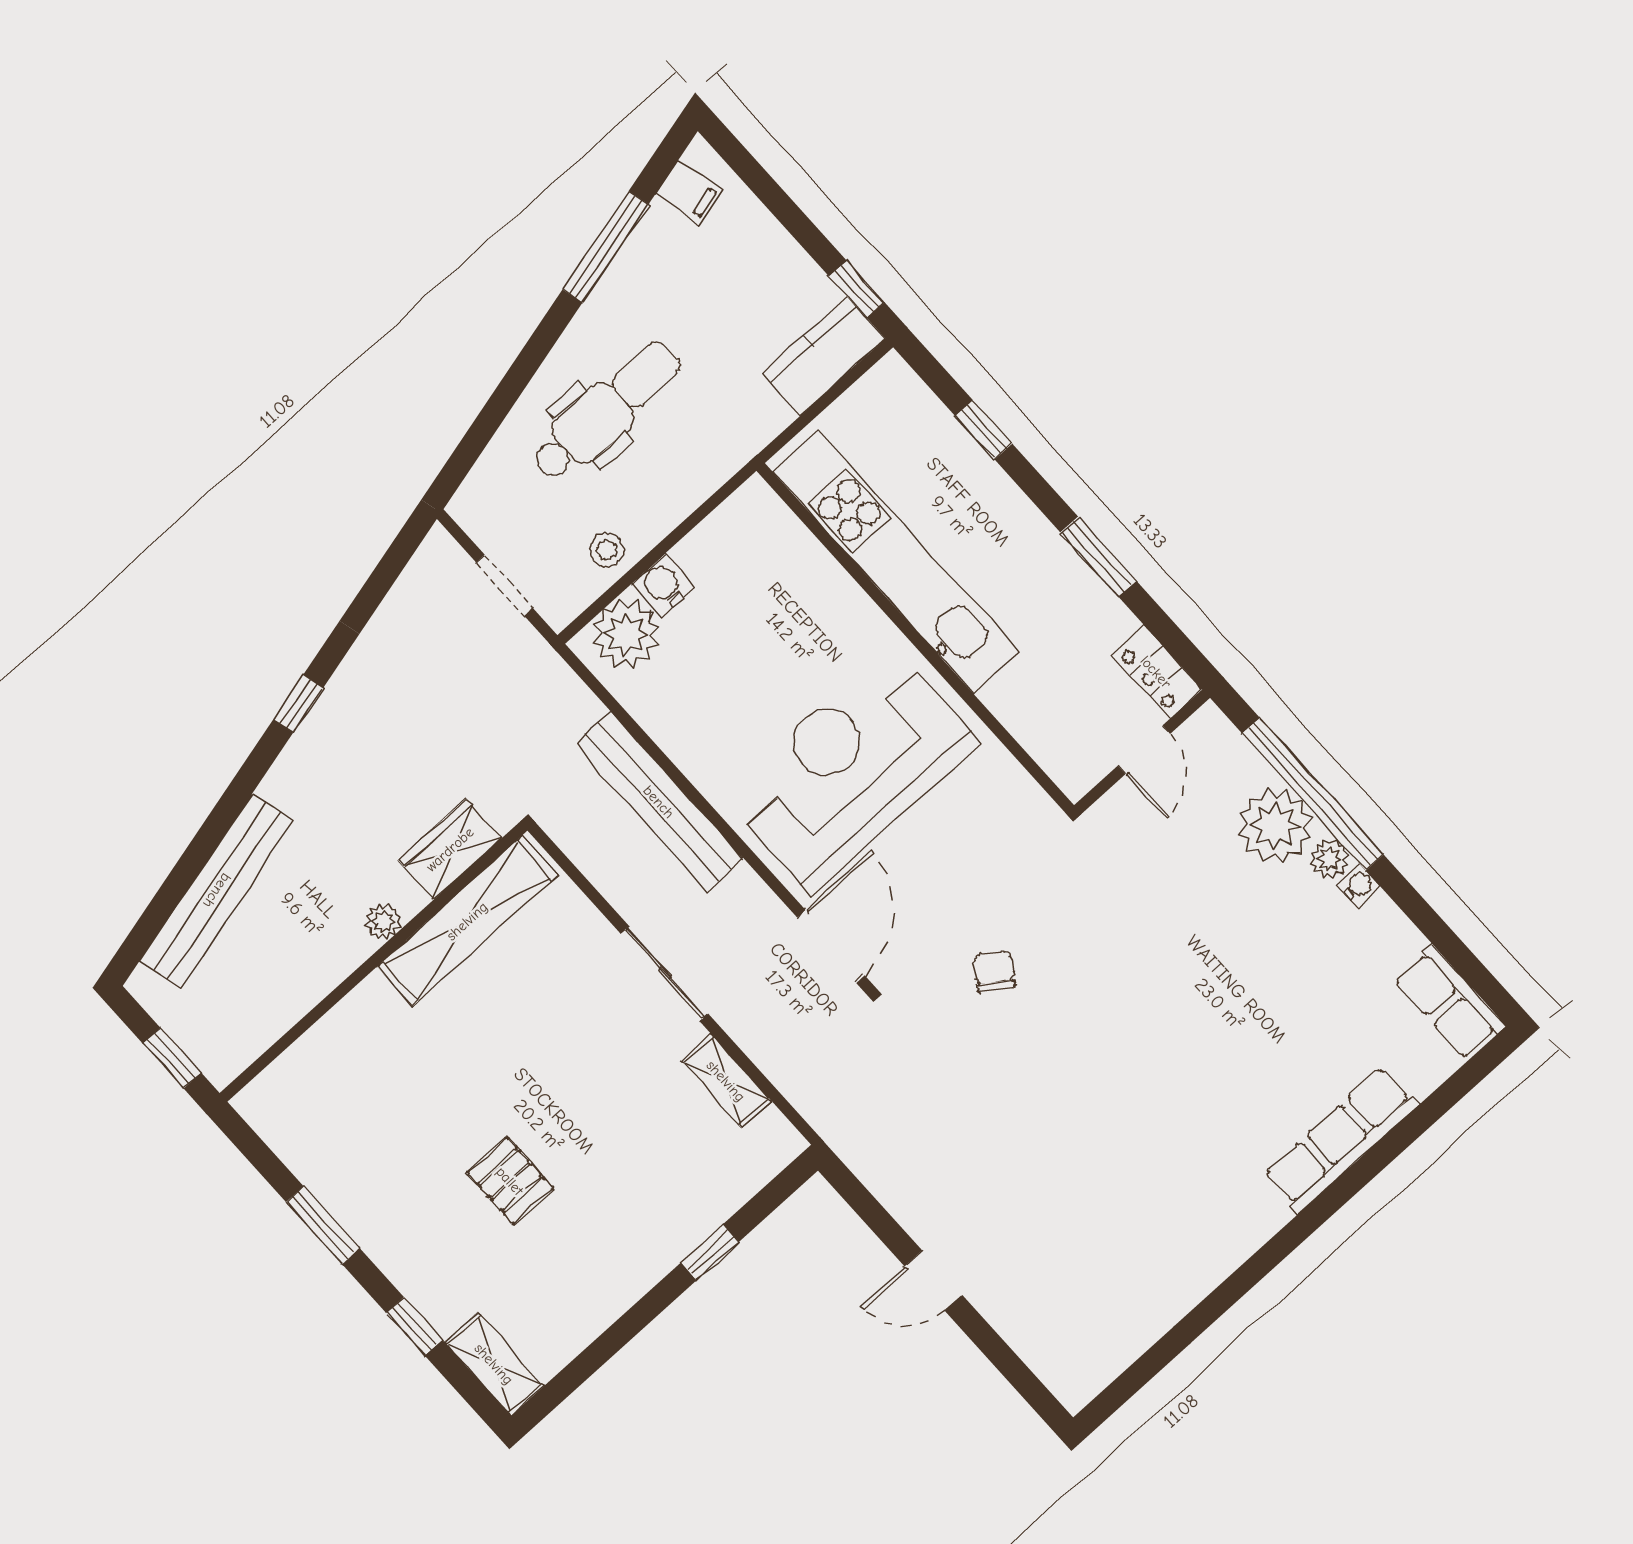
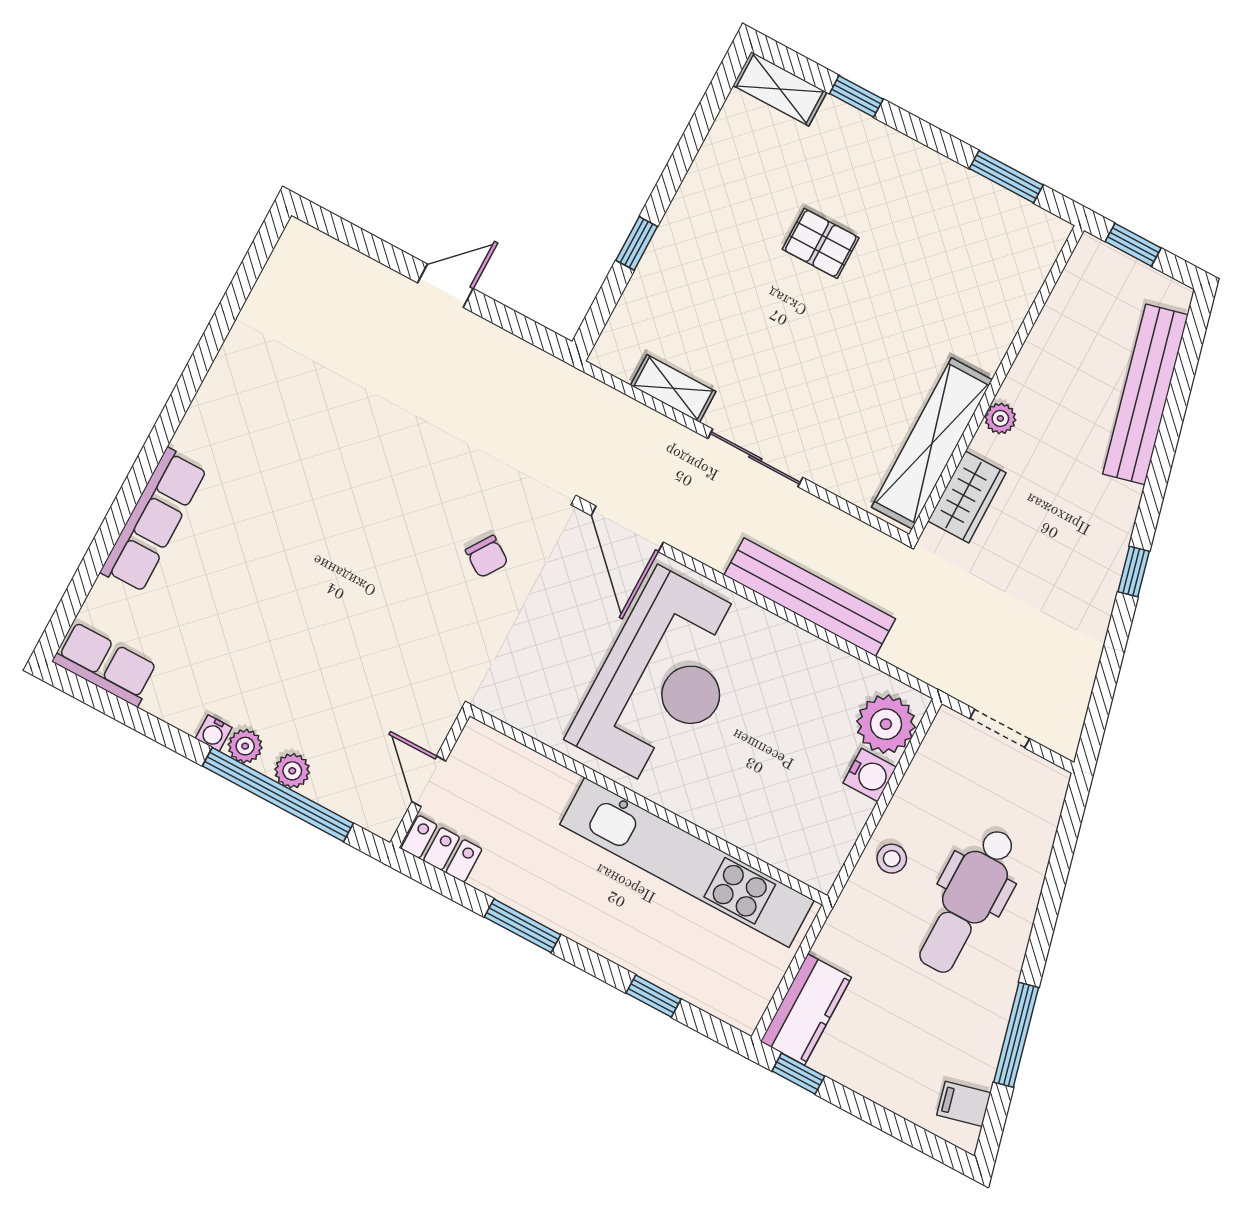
stool: (607, 550) -> (892, 859), moved
plant: (1275, 826) -> (292, 771), width x0.53, depth x0.53
window: (323, 1225) -> (1006, 177), moved

